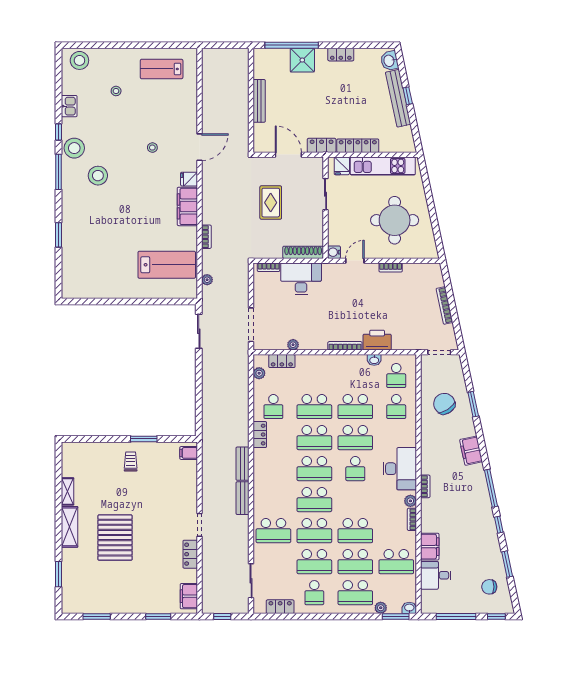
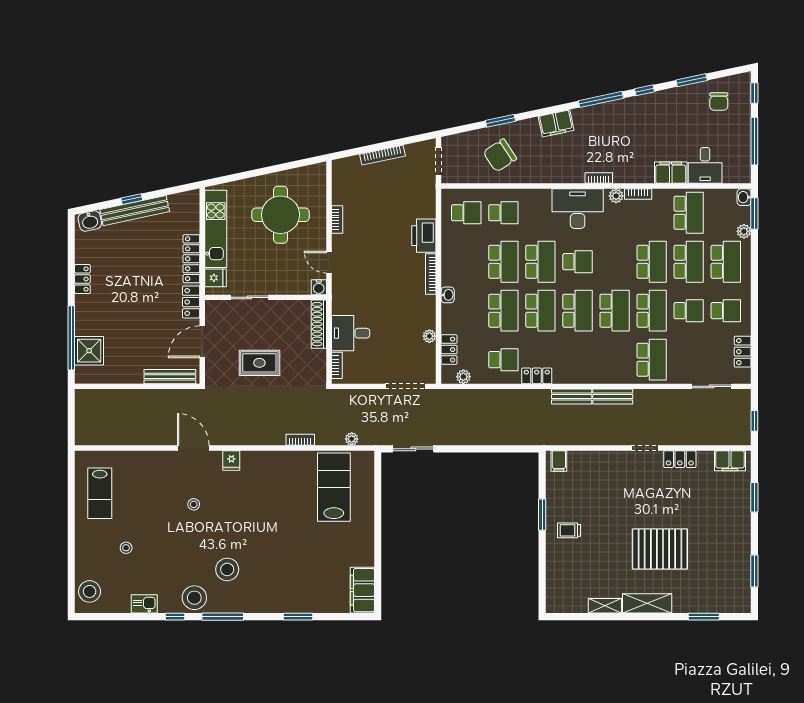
shower: (302, 60) -> (89, 351), moved
bench: (259, 101) -> (170, 377), moved
filing cabinet: (187, 206) -> (362, 590), moved, turned 90
desk: (301, 279) -> (351, 333), width x0.73
washbasin: (374, 360) -> (448, 295), moved
school desk: (314, 562) -> (689, 311), width x0.54

